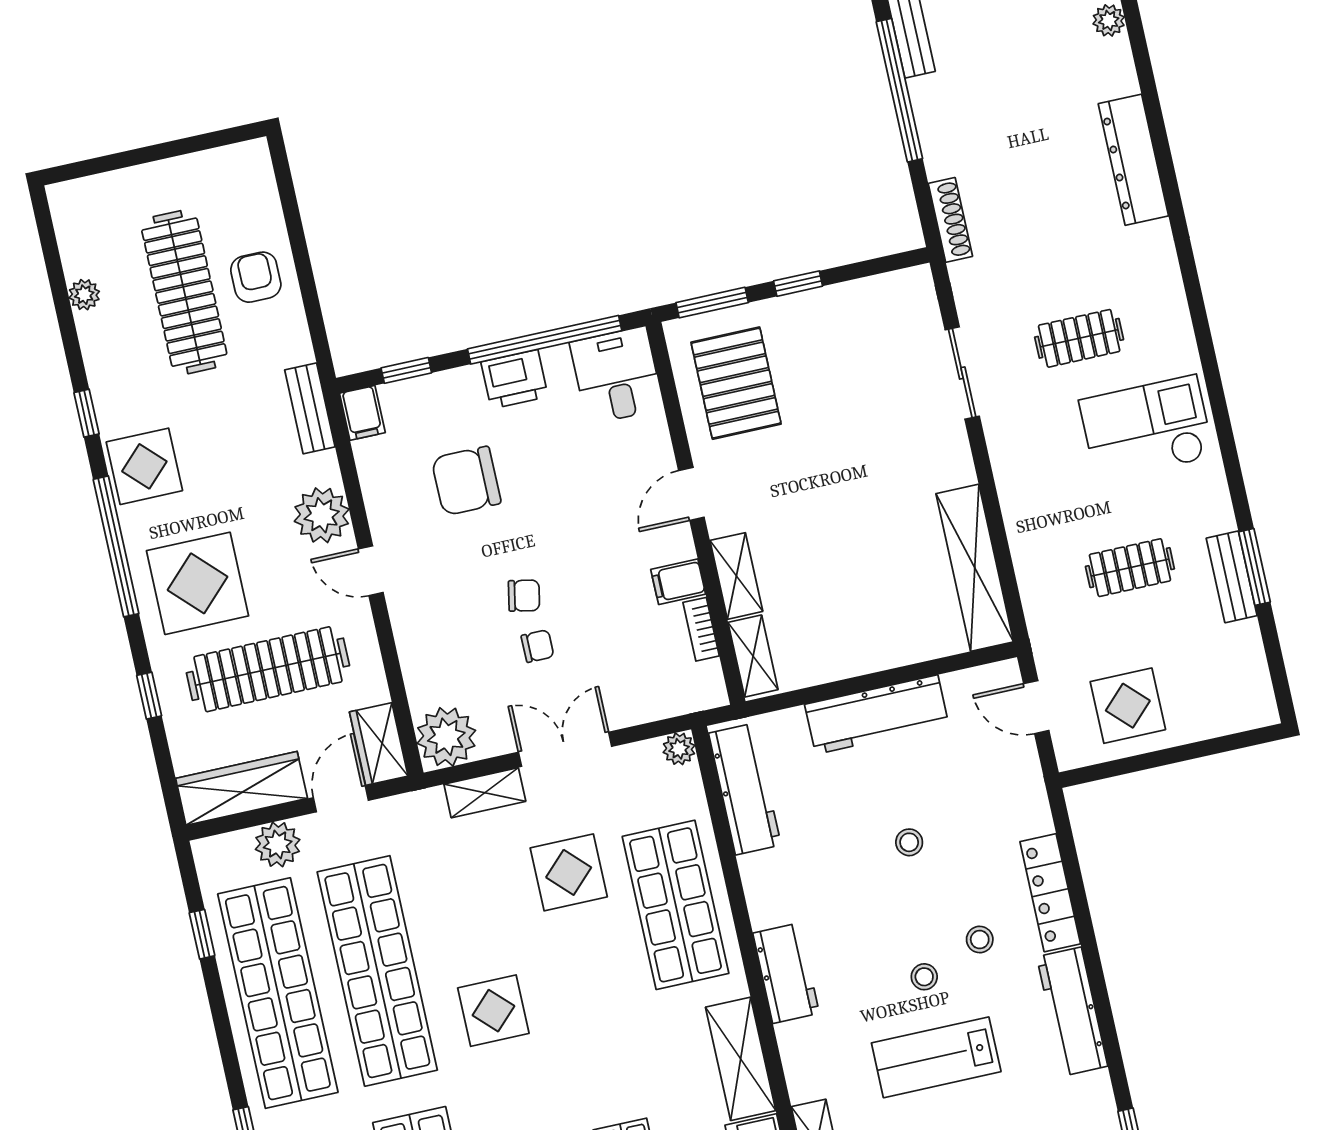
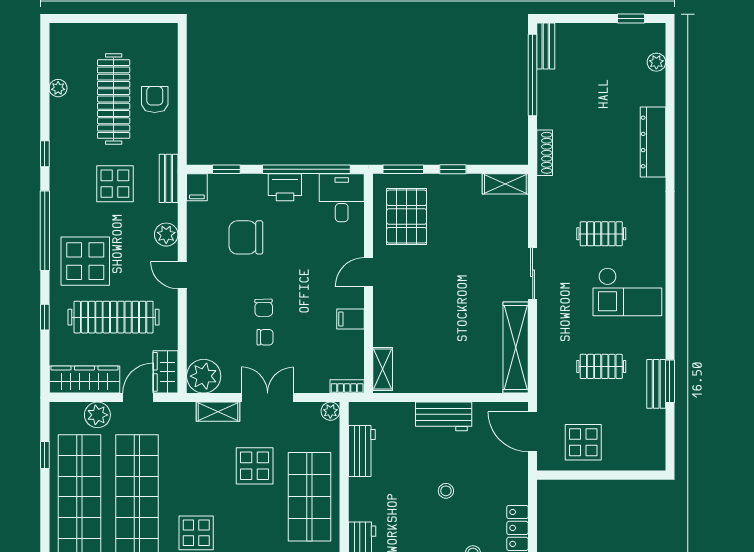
sliding door: (962, 373) -> (533, 273), moved
checkout: (1146, 428) -> (627, 292), turned 180
display table: (144, 466) -> (115, 184), moved
plant: (322, 515) -> (166, 235), width x0.73, depth x0.73
shelving: (736, 576) -> (505, 184), moved, turned 90
chair: (524, 596) -> (264, 308), turned 77
bookcase: (701, 629) -> (347, 386), moved, turned 90
door: (1036, 707) -> (533, 432), width x1.38
workbench: (877, 715) -> (444, 416), width x0.73
workbench: (745, 789) -> (362, 451), width x0.73

